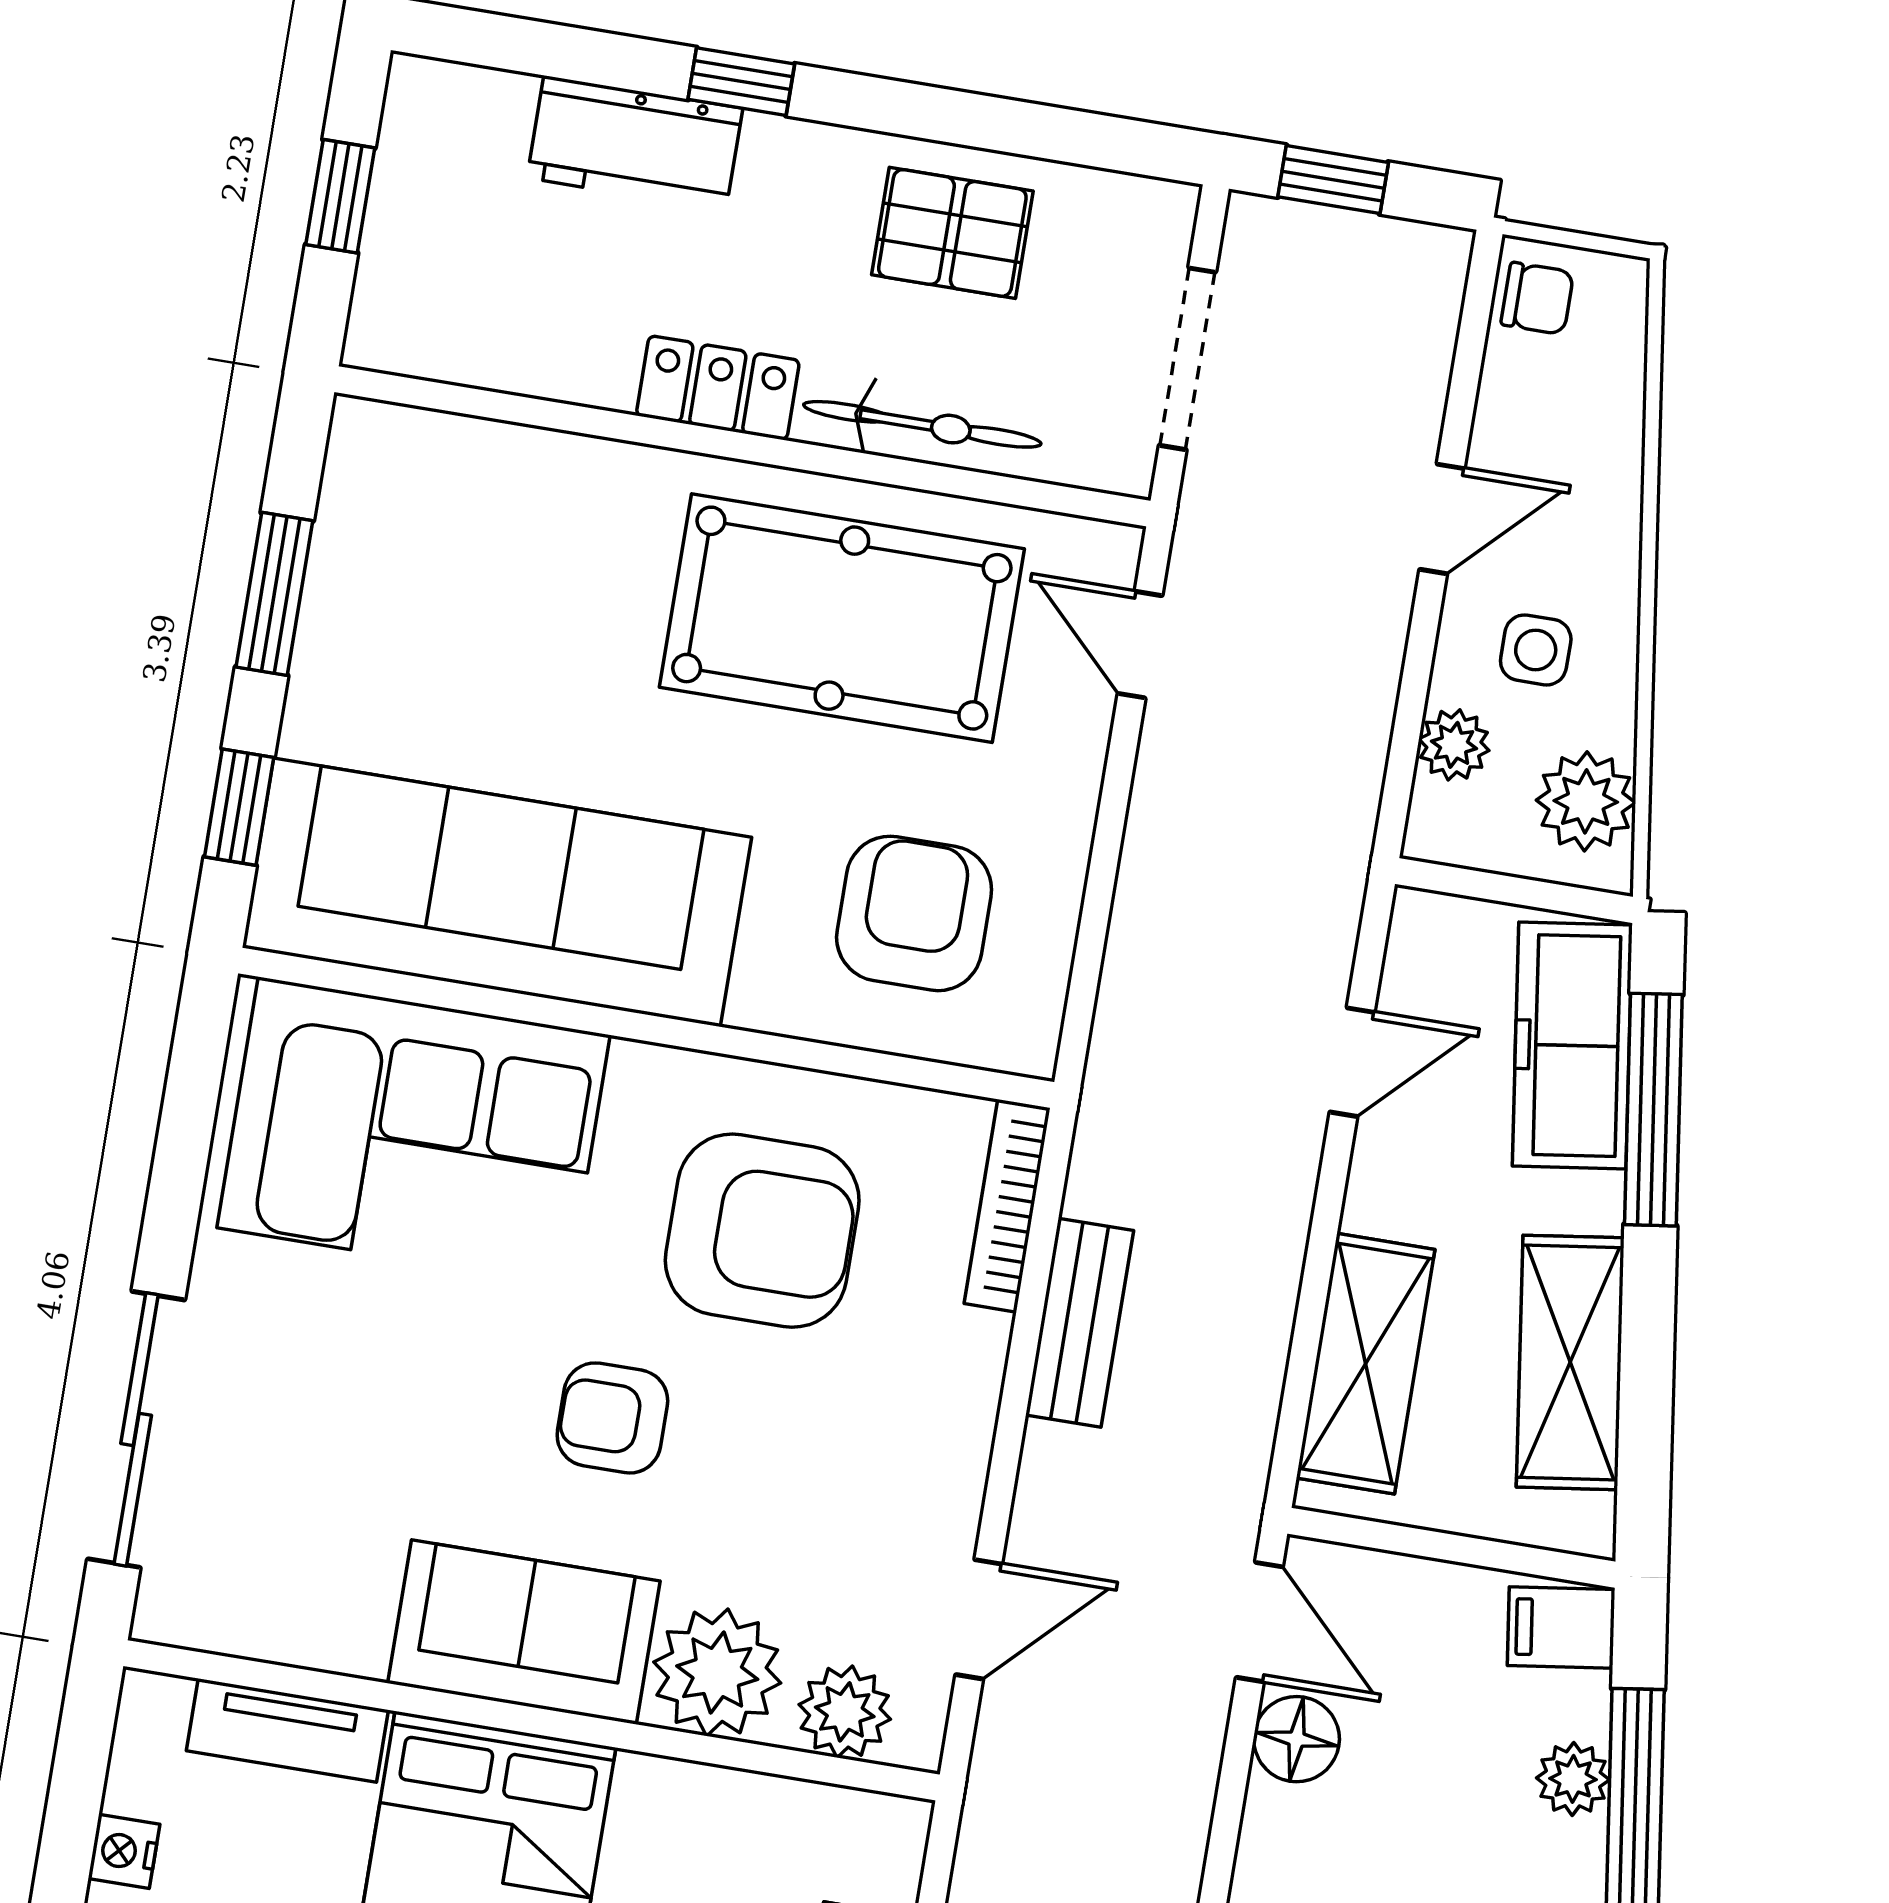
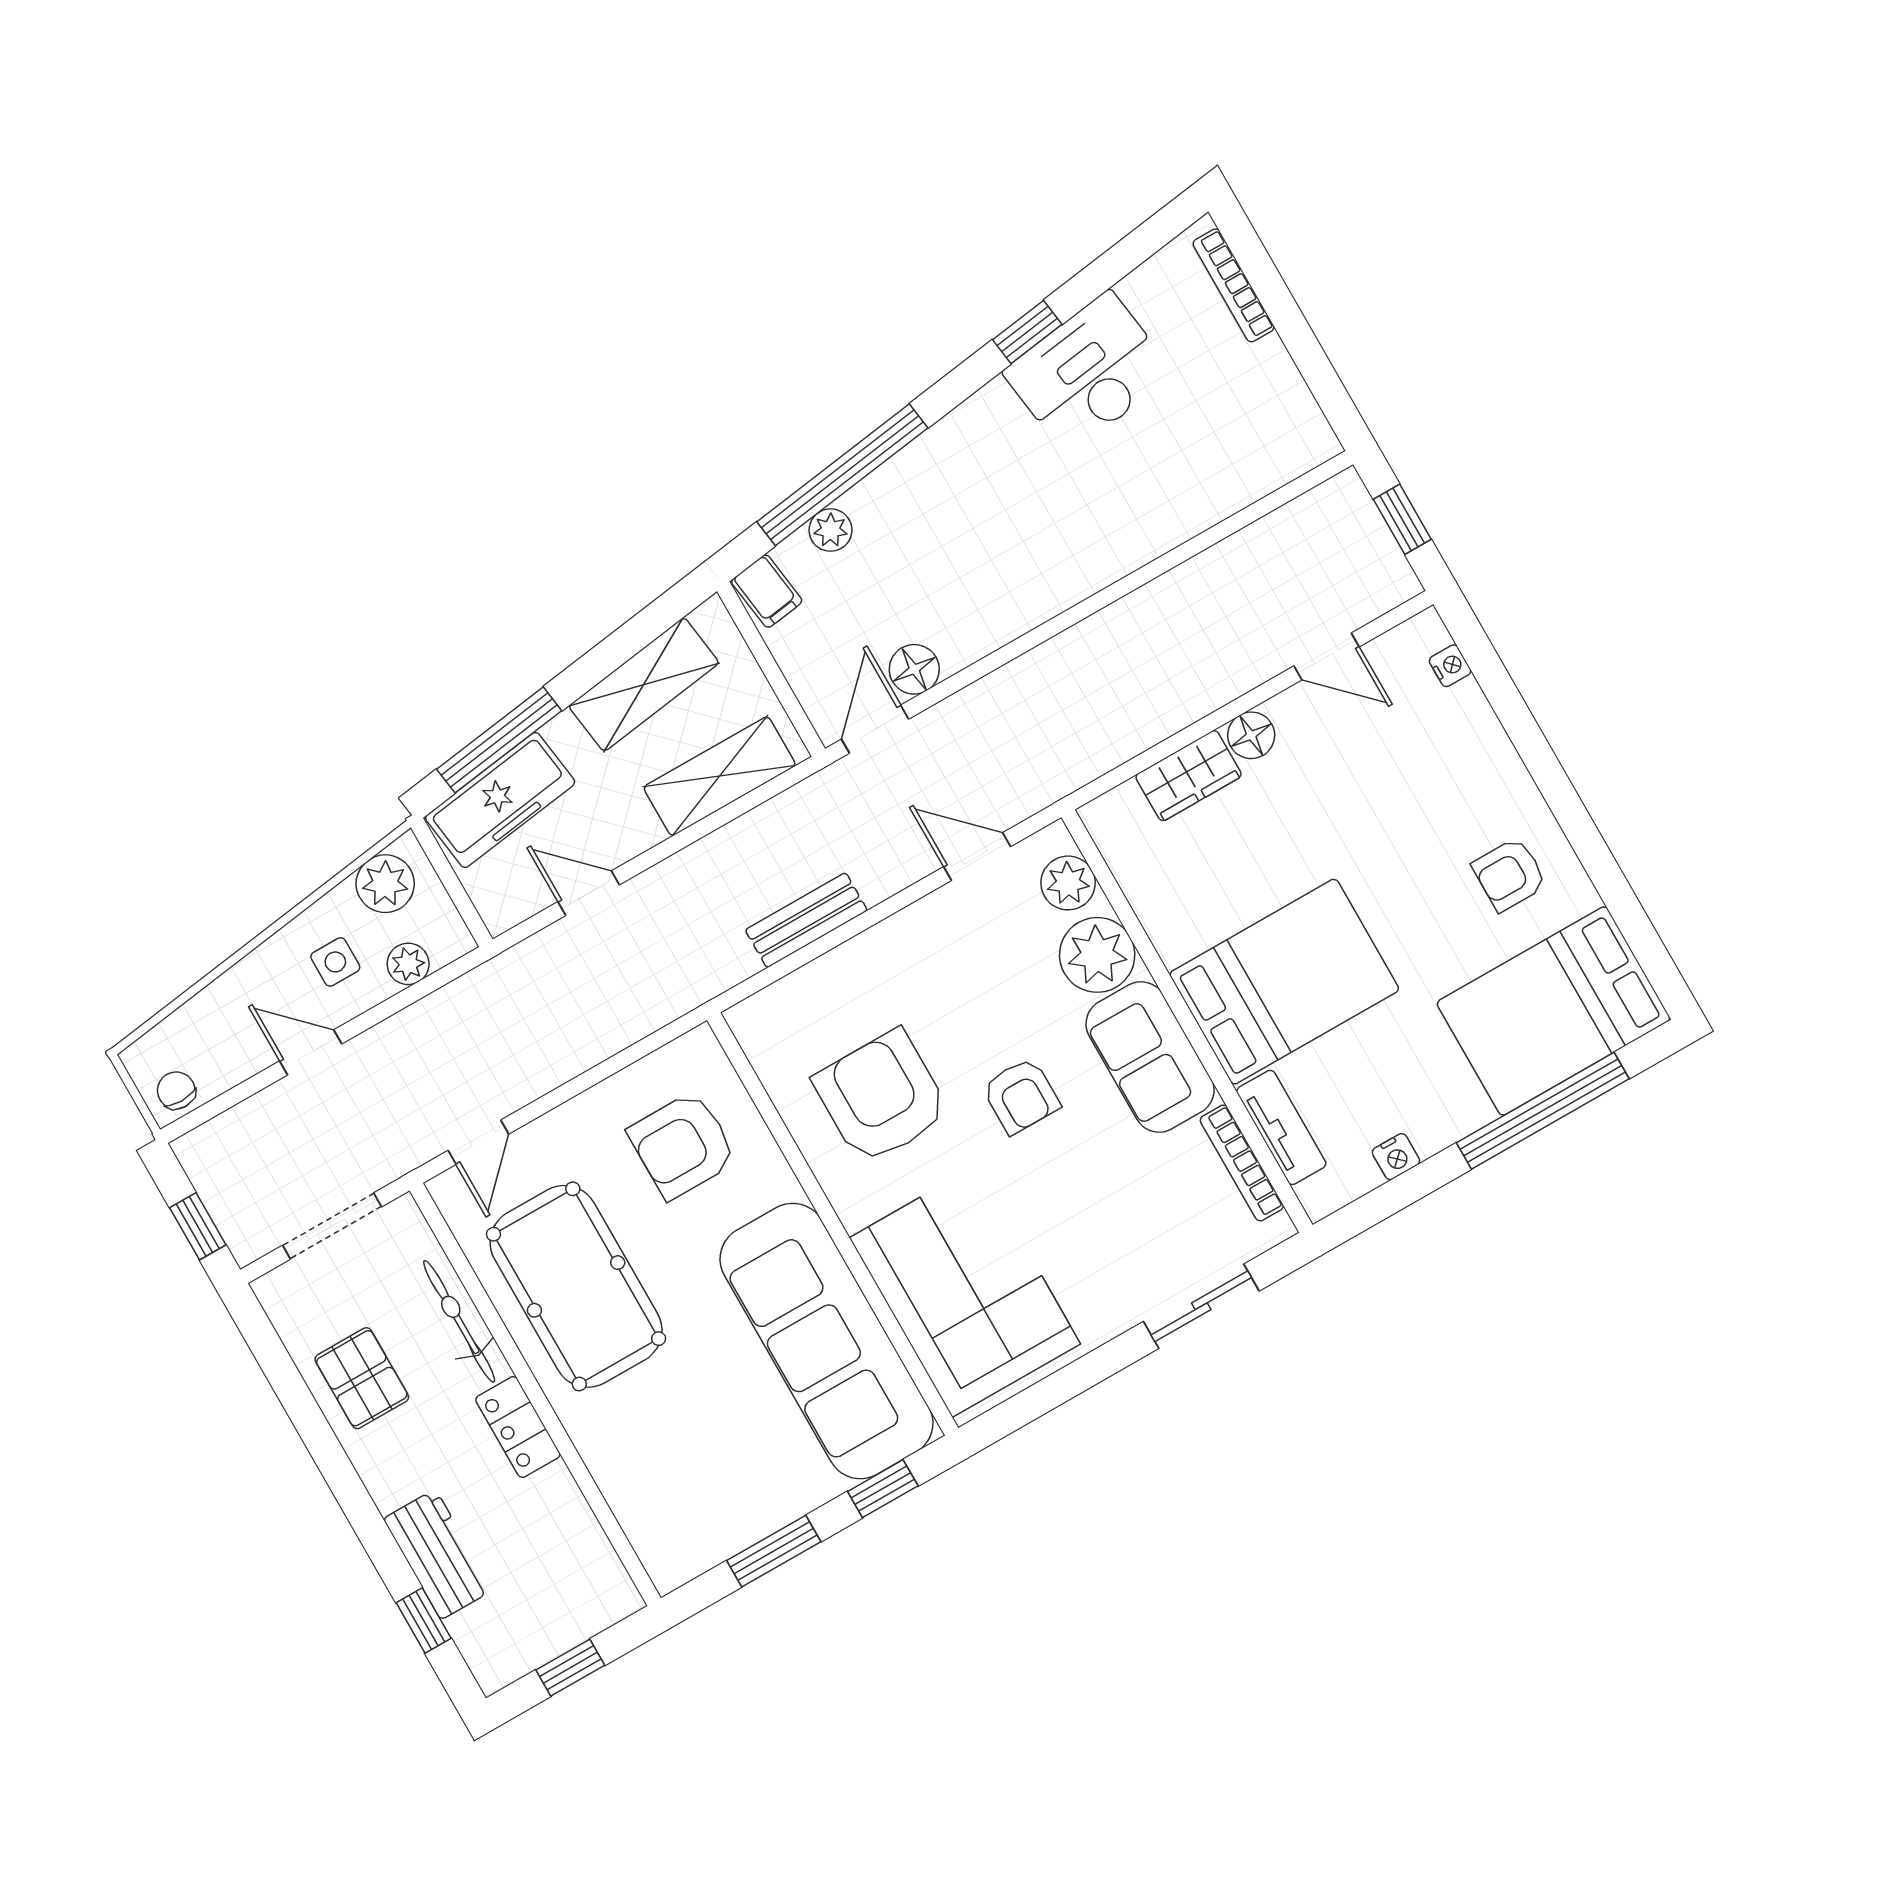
window: (741, 82) -> (424, 1621), moved
bookcase: (1007, 1206) -> (1242, 1163), moved, turned 90
sliding door: (136, 1429) -> (1201, 1306), width x0.73

